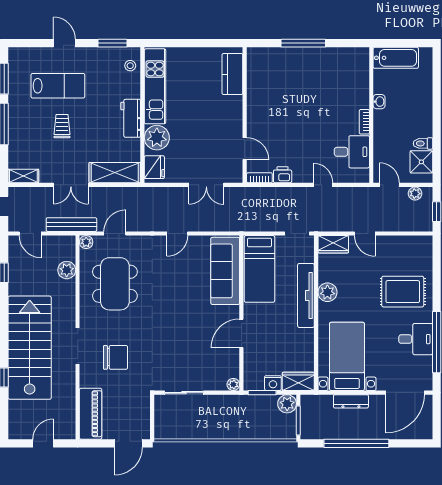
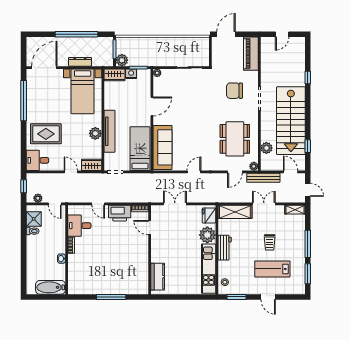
printer: (283, 175) -> (120, 213), width x1.87, depth x1.48
desk: (416, 339) -> (37, 160), moved
stairs: (30, 348) -> (291, 121), moved

